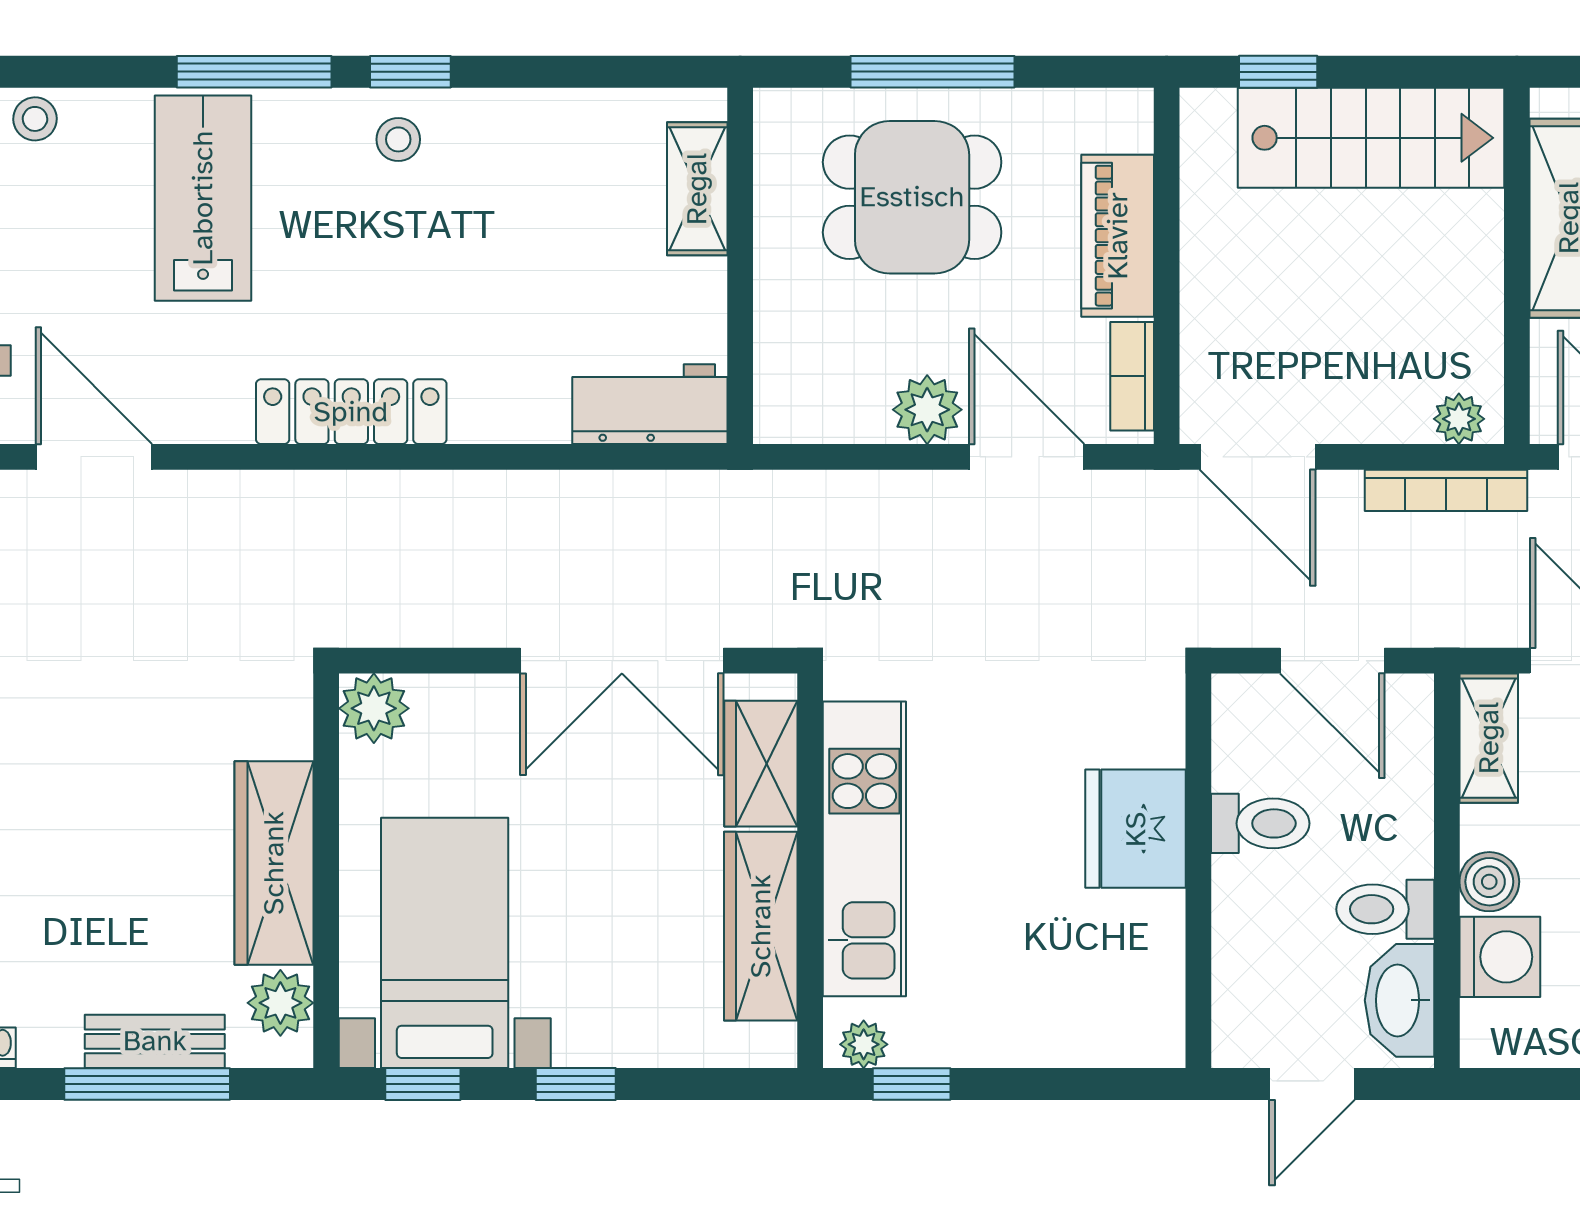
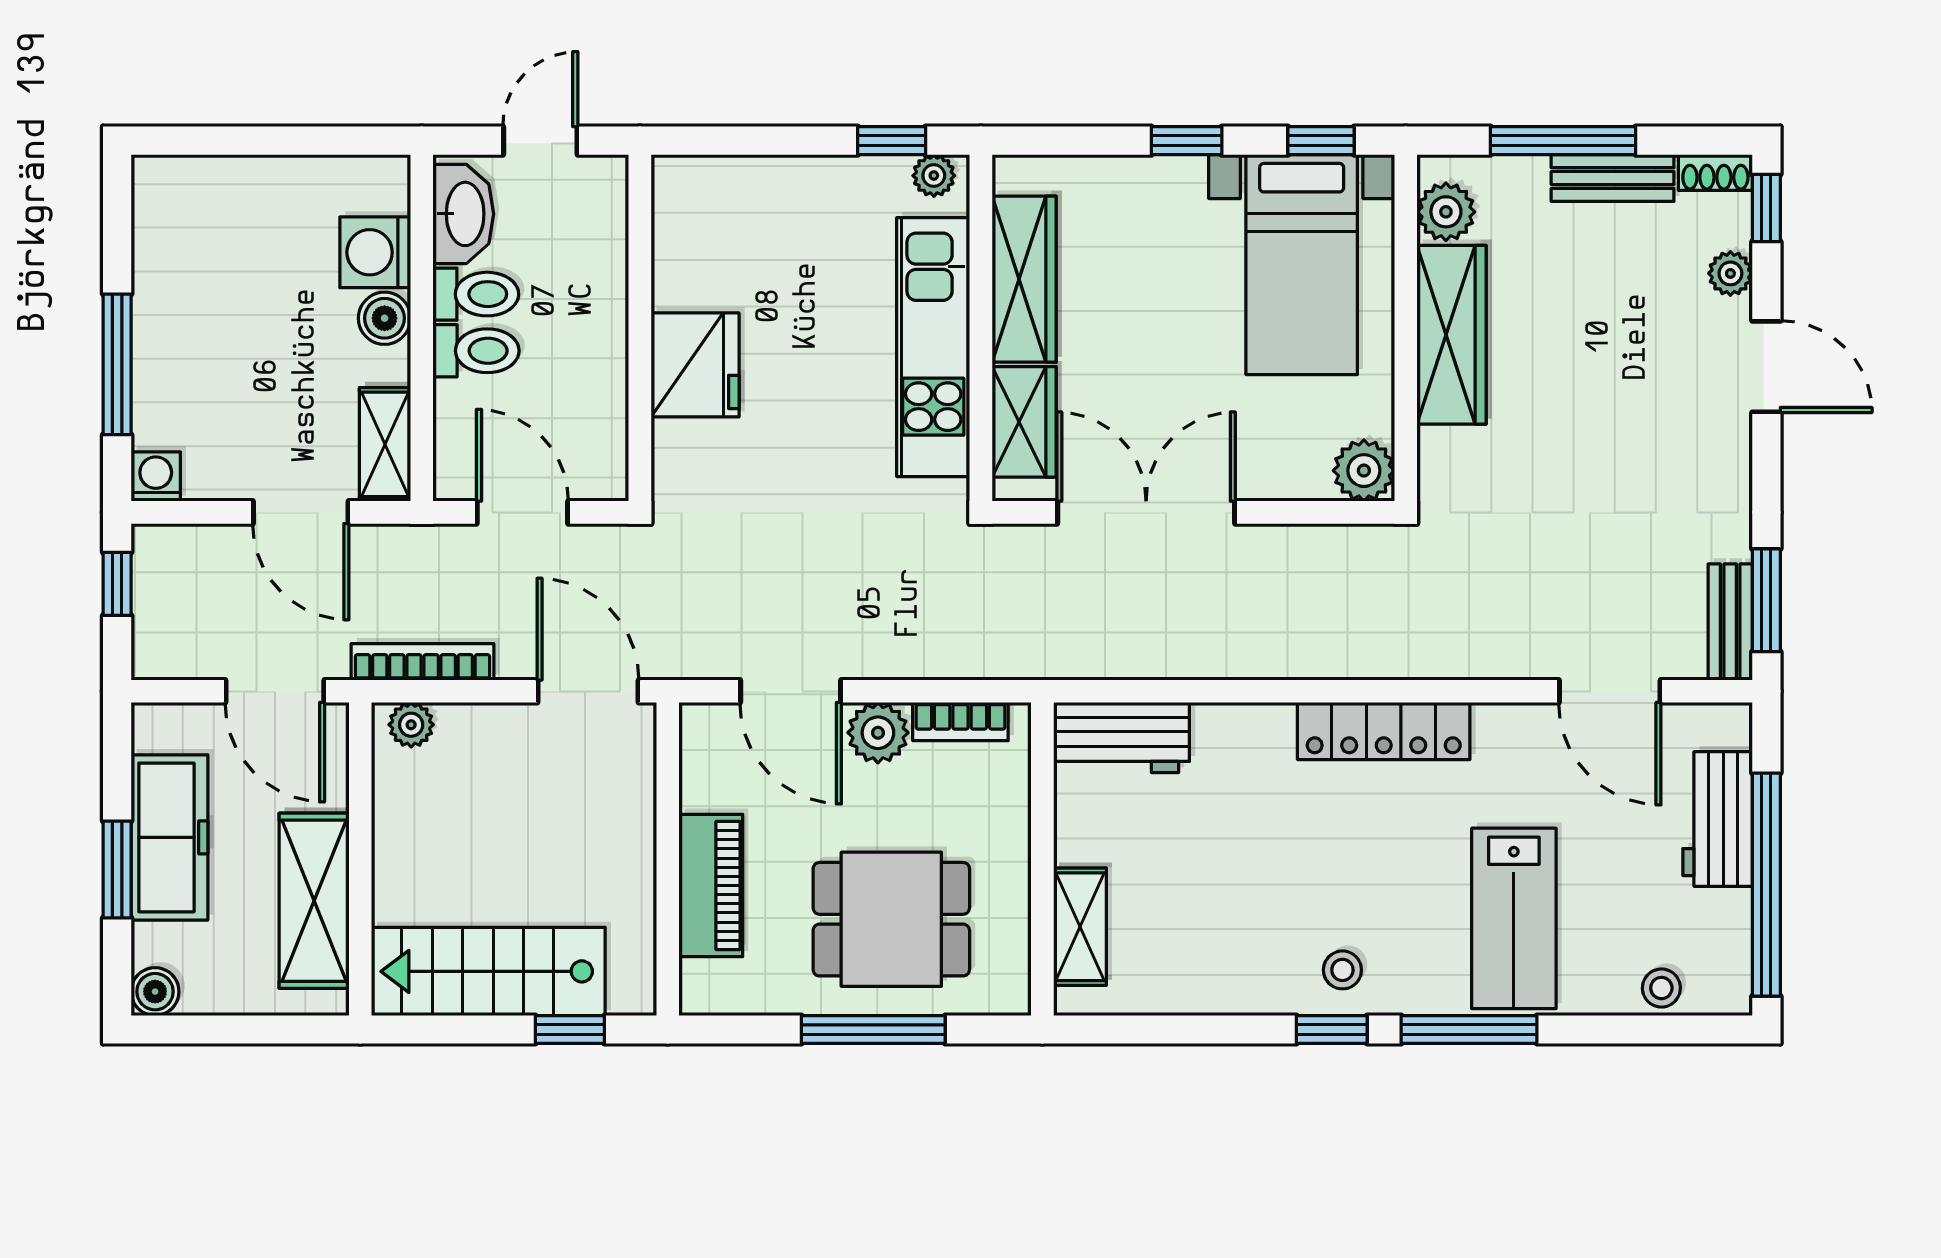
bookcase: (1132, 376) -> (960, 722), moved, turned 90
toilet: (1260, 823) -> (476, 351), moved, turned 180
bench: (155, 1041) -> (1613, 178), moved

